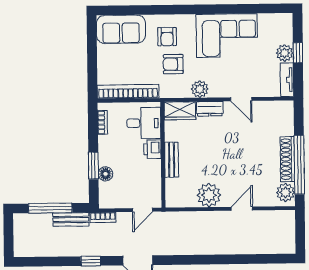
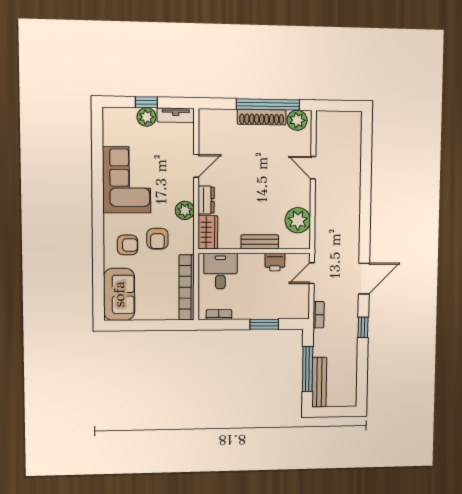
printer: (152, 149) -> (275, 262), moved
floor lamp: (105, 174) -> (273, 312), removed
plant: (209, 195) -> (298, 220), moved
door: (143, 210) -> (312, 273), swing flipped
bench: (71, 219) -> (319, 382), moved, width x1.36

